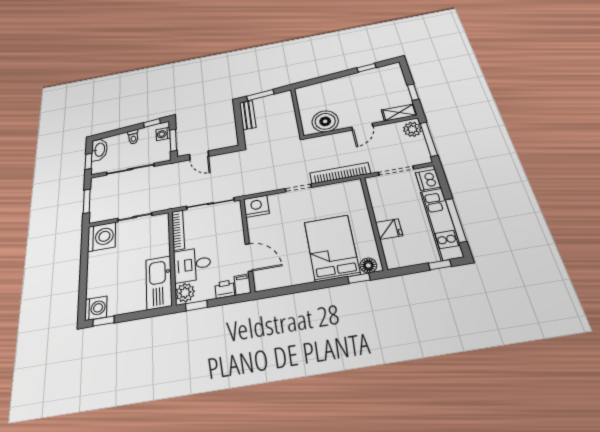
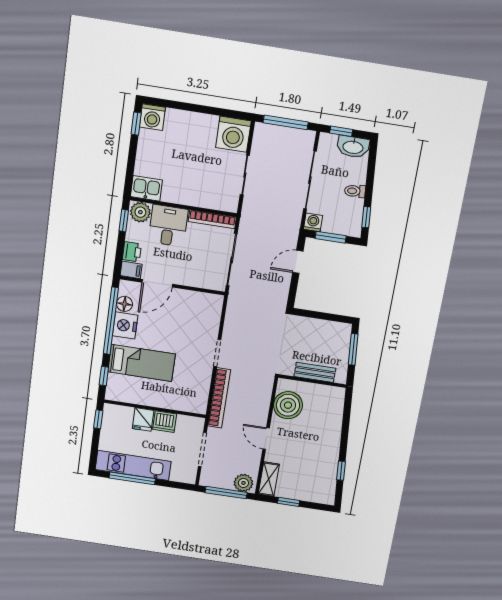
bench: (248, 115) -> (315, 372), moved
washing machine: (163, 134) -> (313, 222), moved
dishwasher: (428, 180) -> (165, 422), moved, turned 180
window: (87, 201) -> (286, 122), width x1.44
nightstand: (256, 206) -> (125, 325), moved, turned 180
bed: (332, 248) -> (142, 363), width x0.67
floor lamp: (368, 265) -> (125, 304), moved
window: (440, 265) -> (98, 419), moved
kitchen sink: (159, 283) -> (146, 188), width x0.53, depth x0.81
window: (299, 288) -> (111, 321), added

